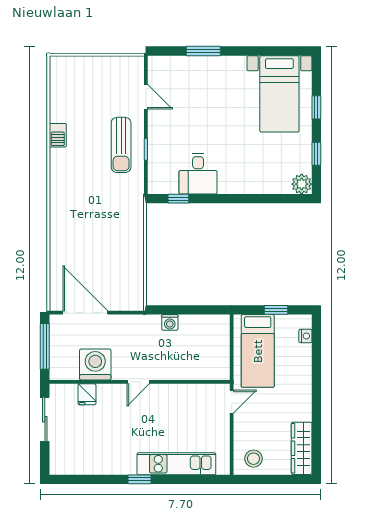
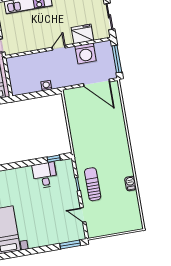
window: (203, 51) -> (70, 245), moved
fridge: (87, 394) -> (82, 34), width x1.88, depth x1.34

